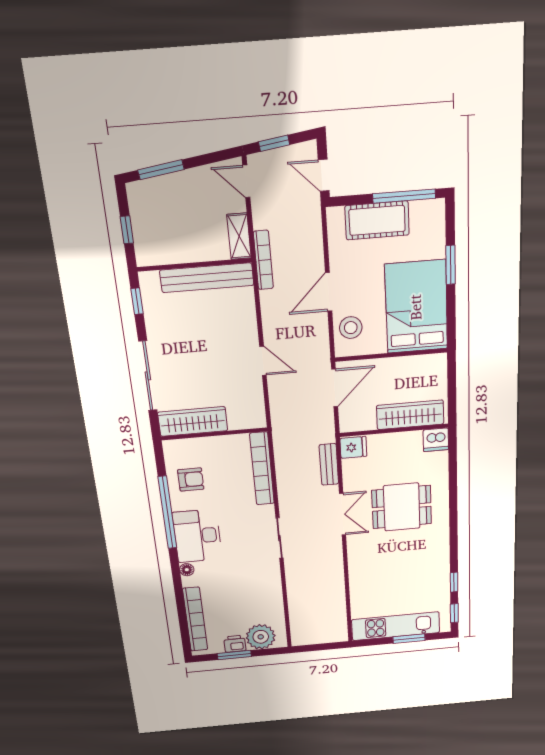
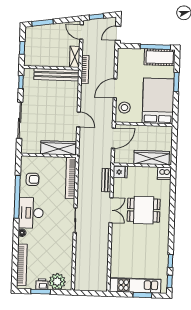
door: (324, 175) -> (118, 33), hinge flipped
cot: (377, 220) -> (160, 57), moved
wardrobe: (193, 421) -> (58, 148), moved

